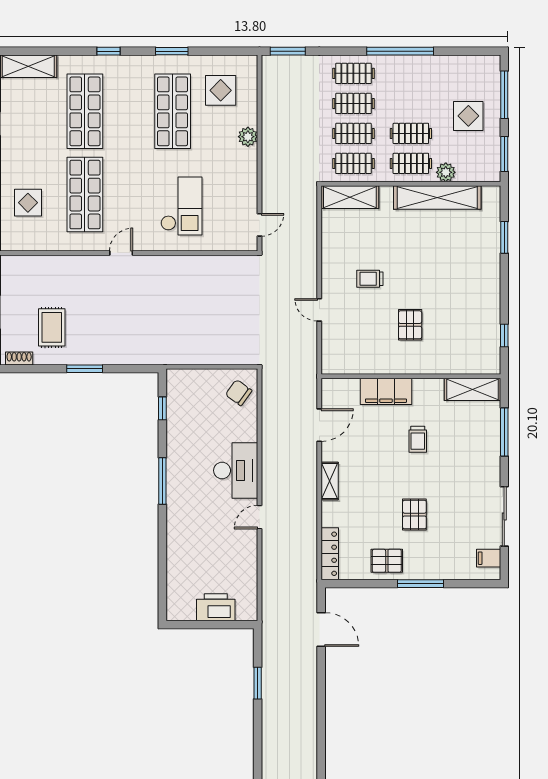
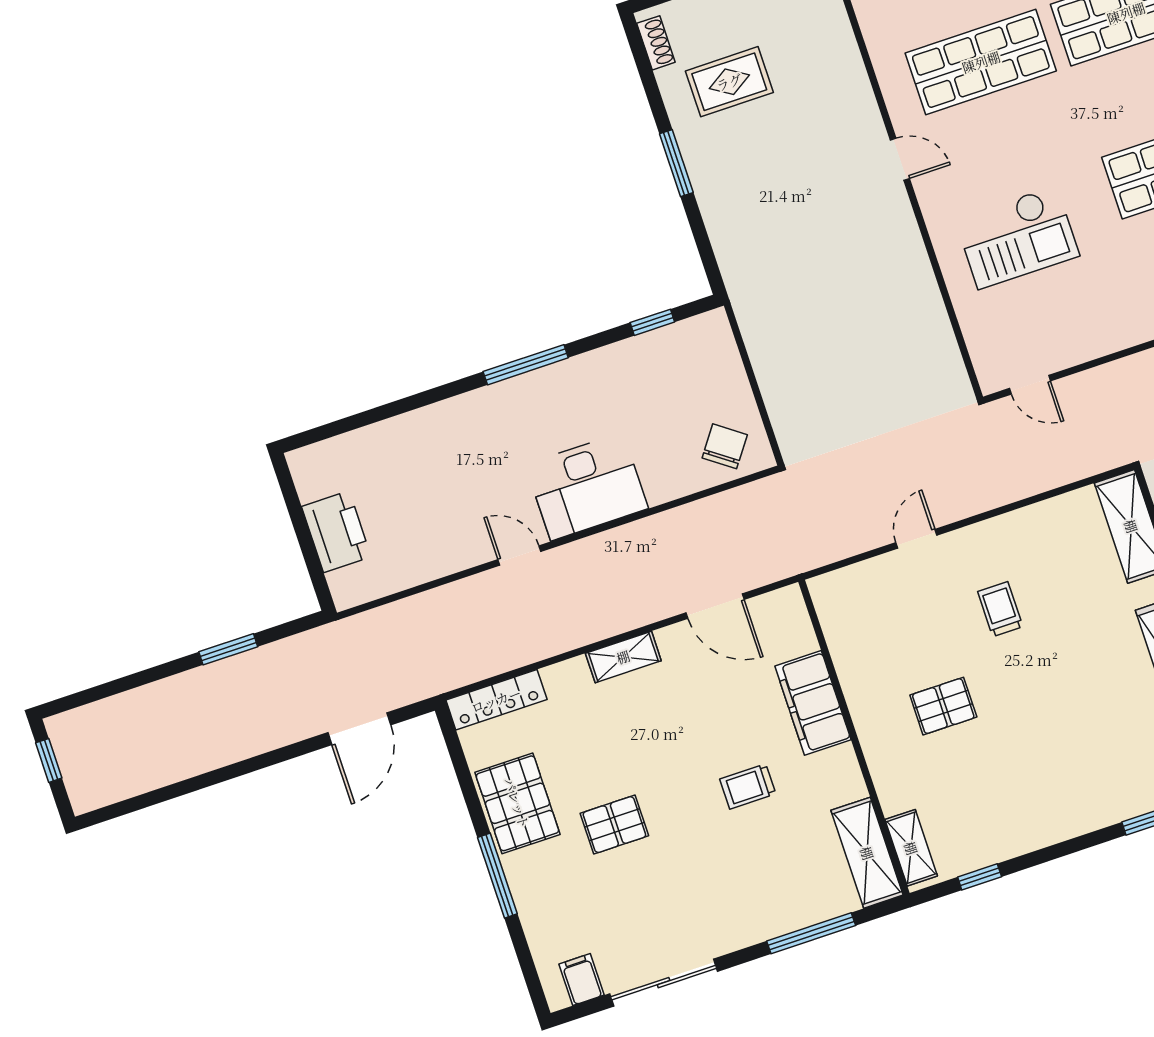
shelving: (477, 366) -> (911, 848), added
pallet: (387, 561) -> (517, 803), width x1.50, depth x1.42

